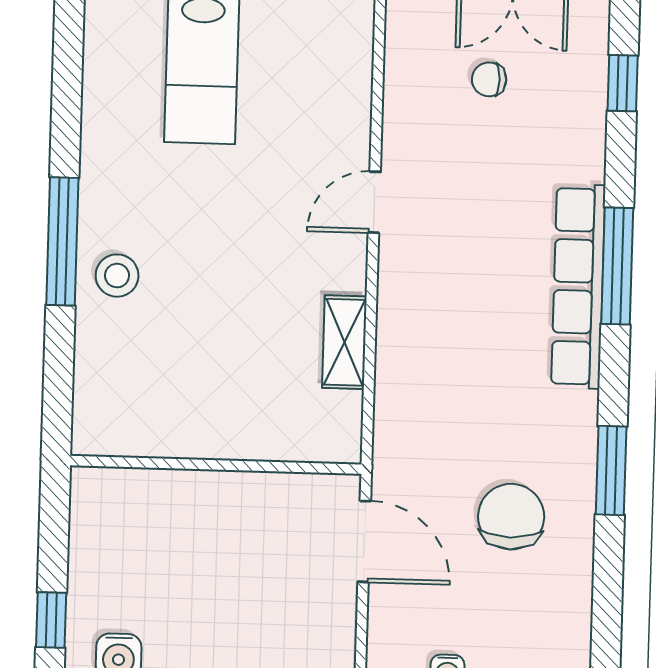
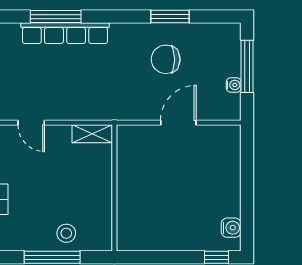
wall: (216, 465) -> (114, 188), moved
window: (611, 471) -> (170, 17), moved

